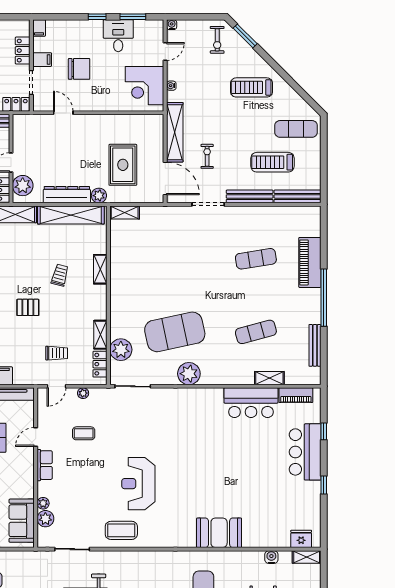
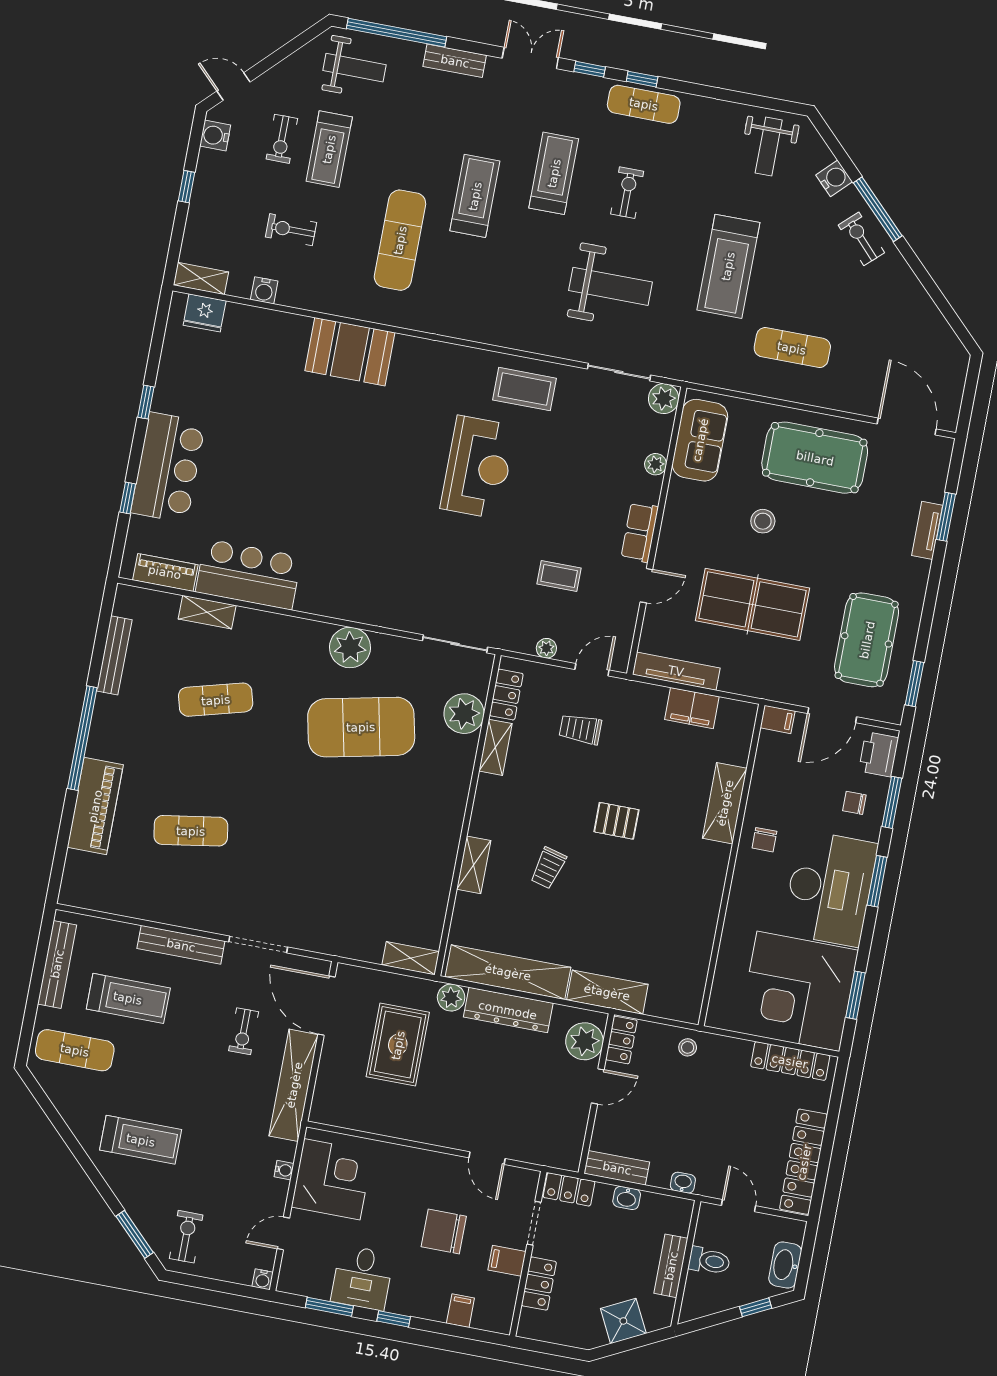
filing cabinet: (39, 28) -> (460, 1311), moved
bench: (297, 196) -> (57, 964), moved, turned 90
plant: (45, 519) -> (664, 399), moved

